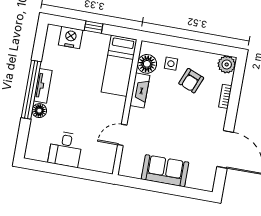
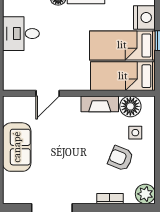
bed: (92, 61) -> (122, 45), added
door: (122, 135) -> (48, 93), swing flipped

